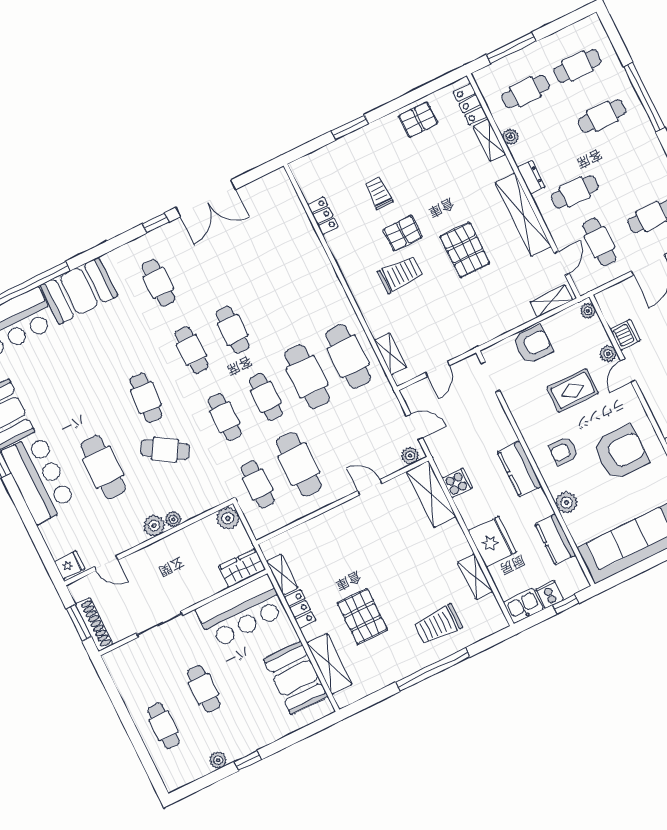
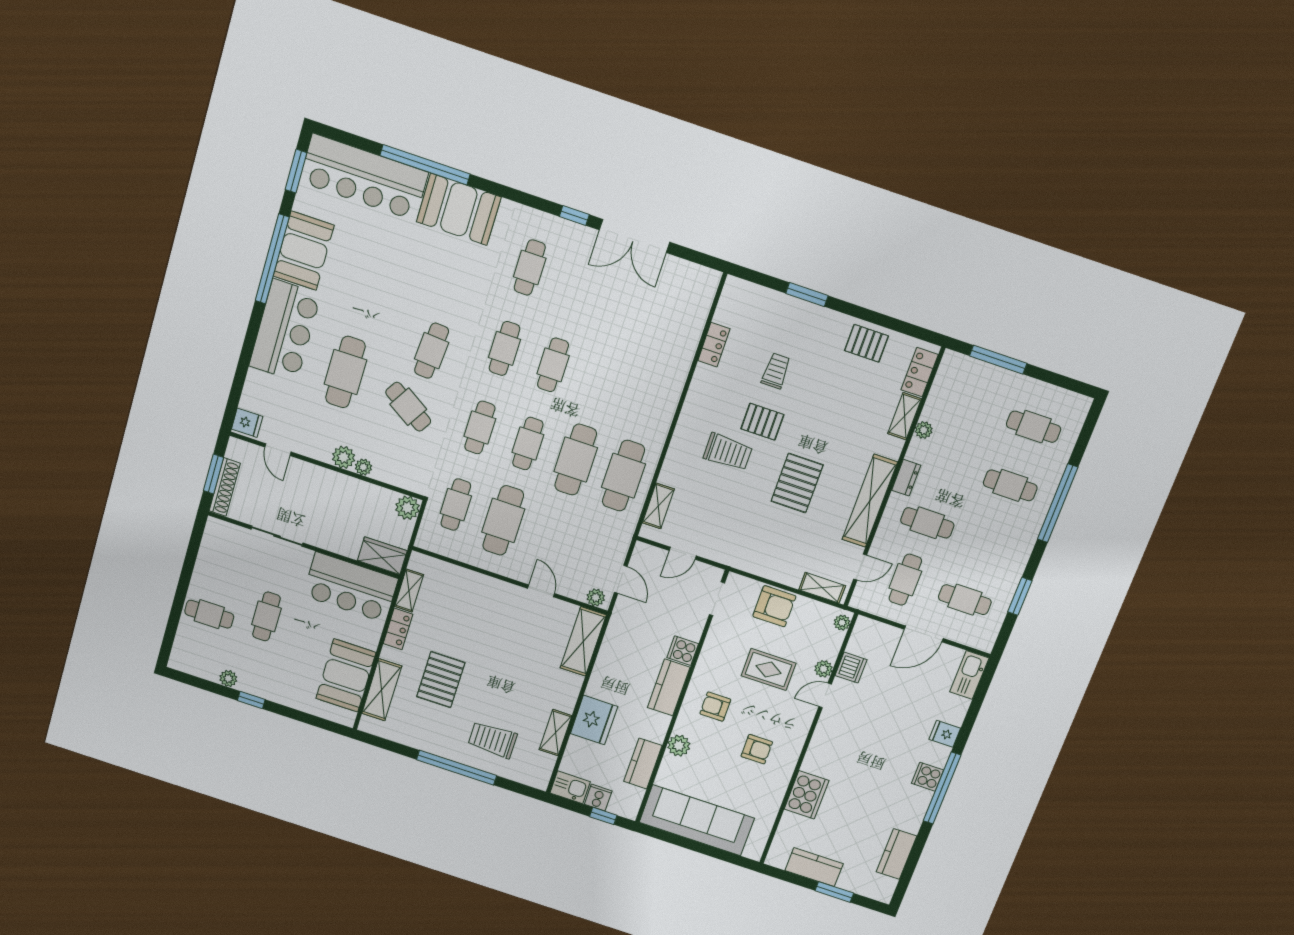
cafe table: (525, 92) -> (972, 406), removed
armchair: (621, 453) -> (757, 749), width x0.53, depth x0.53
cooker: (457, 483) -> (683, 651), moved, turned 180
cafe table: (164, 726) -> (209, 614), turned 90

